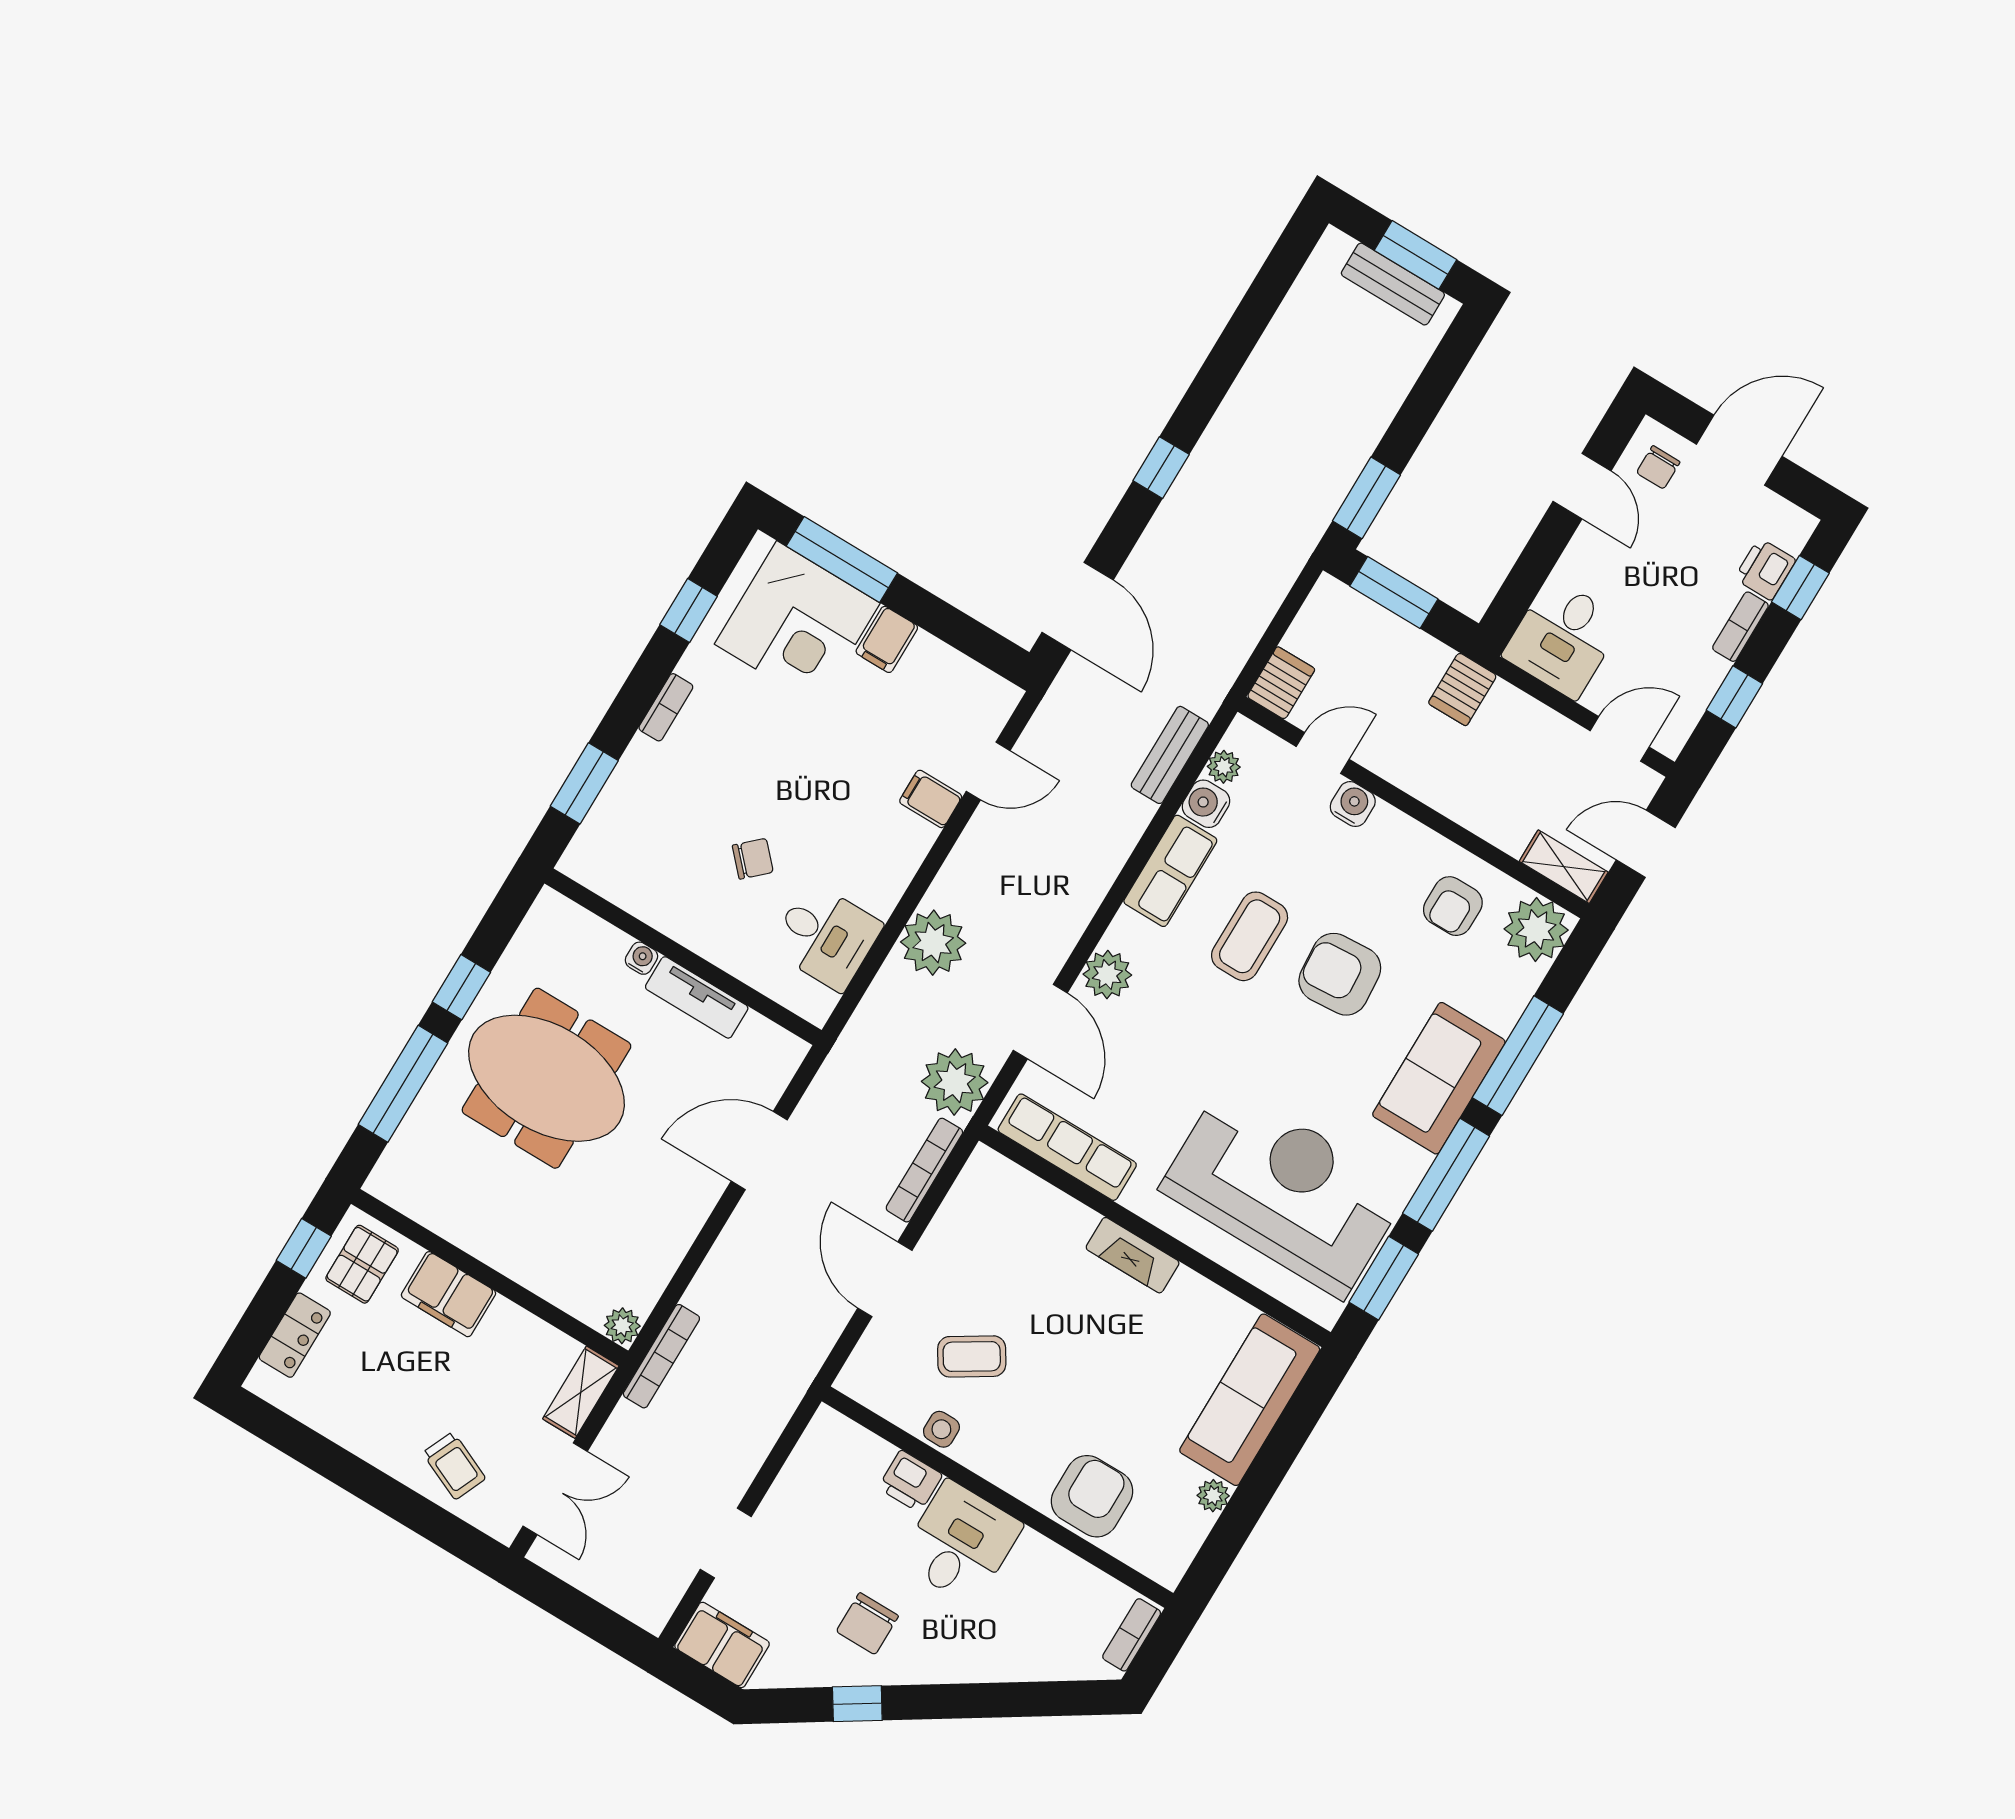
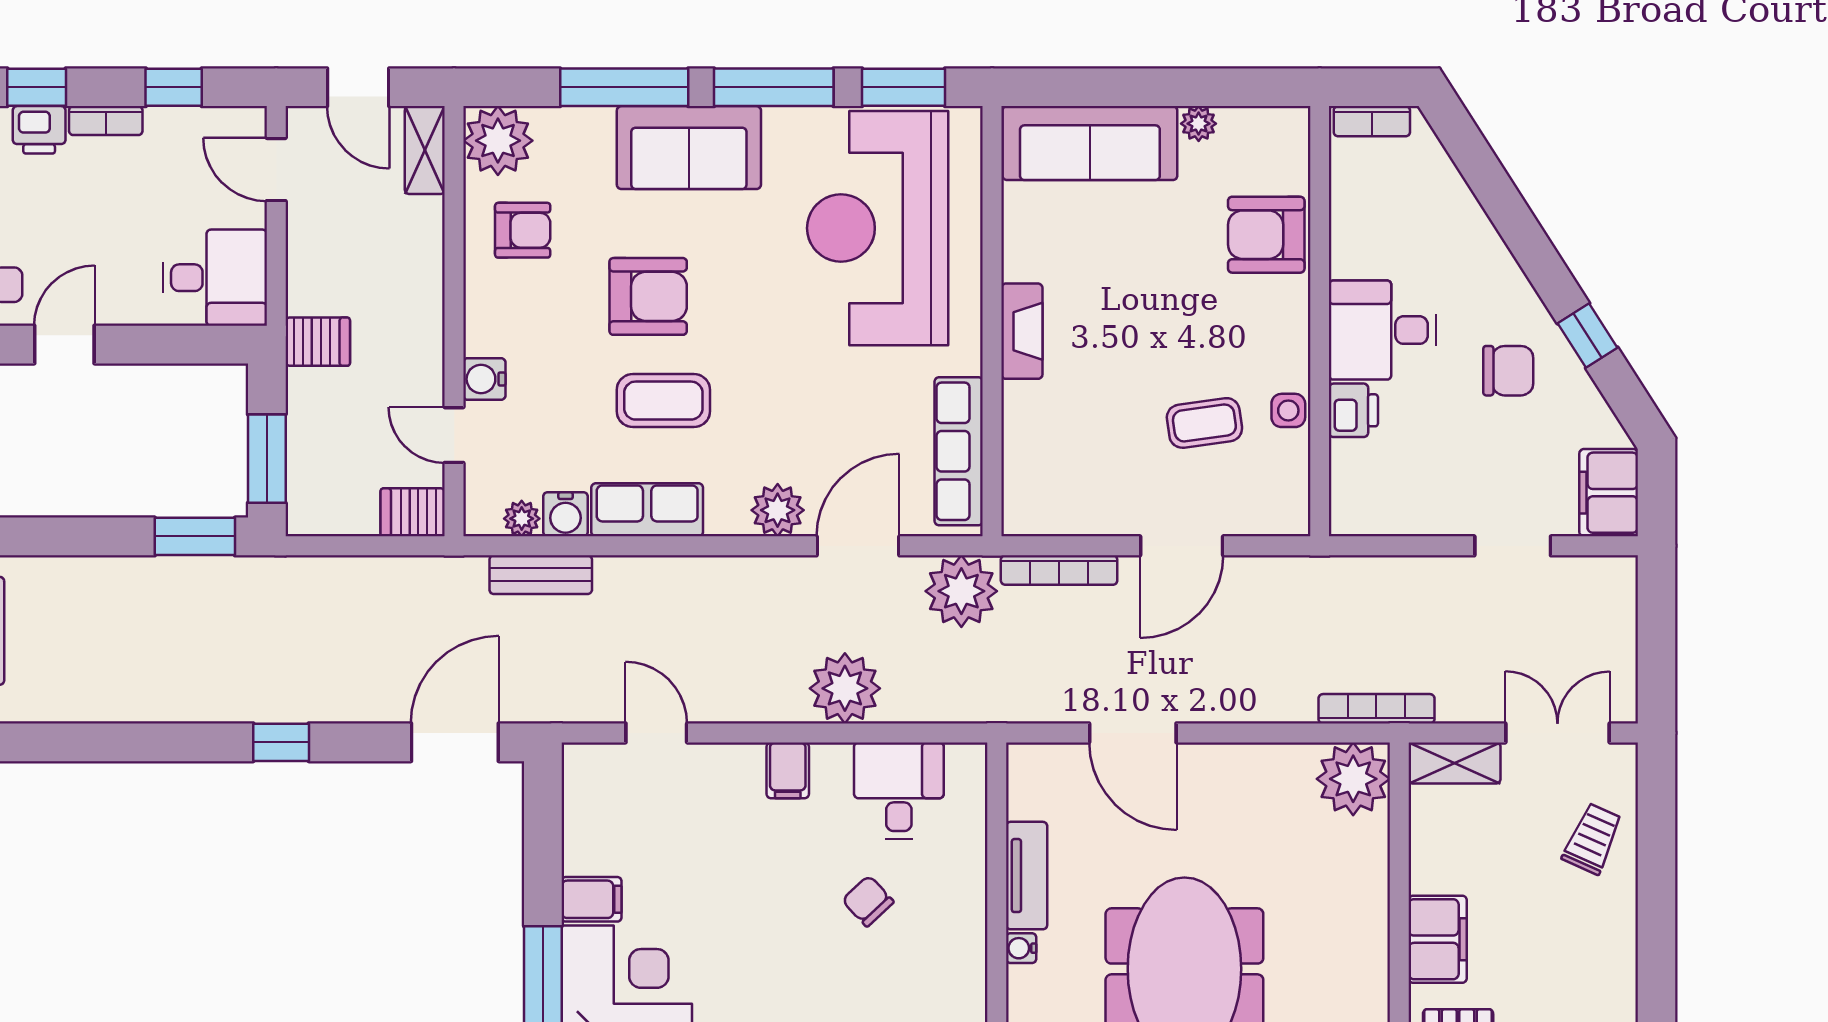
filing cabinet: (931, 799) -> (788, 770), moved
armchair: (1340, 974) -> (648, 296), turned -86
plant: (622, 1326) -> (1353, 779), width x1.87, depth x1.87
coffee table: (972, 1356) -> (1204, 423), turned -66

